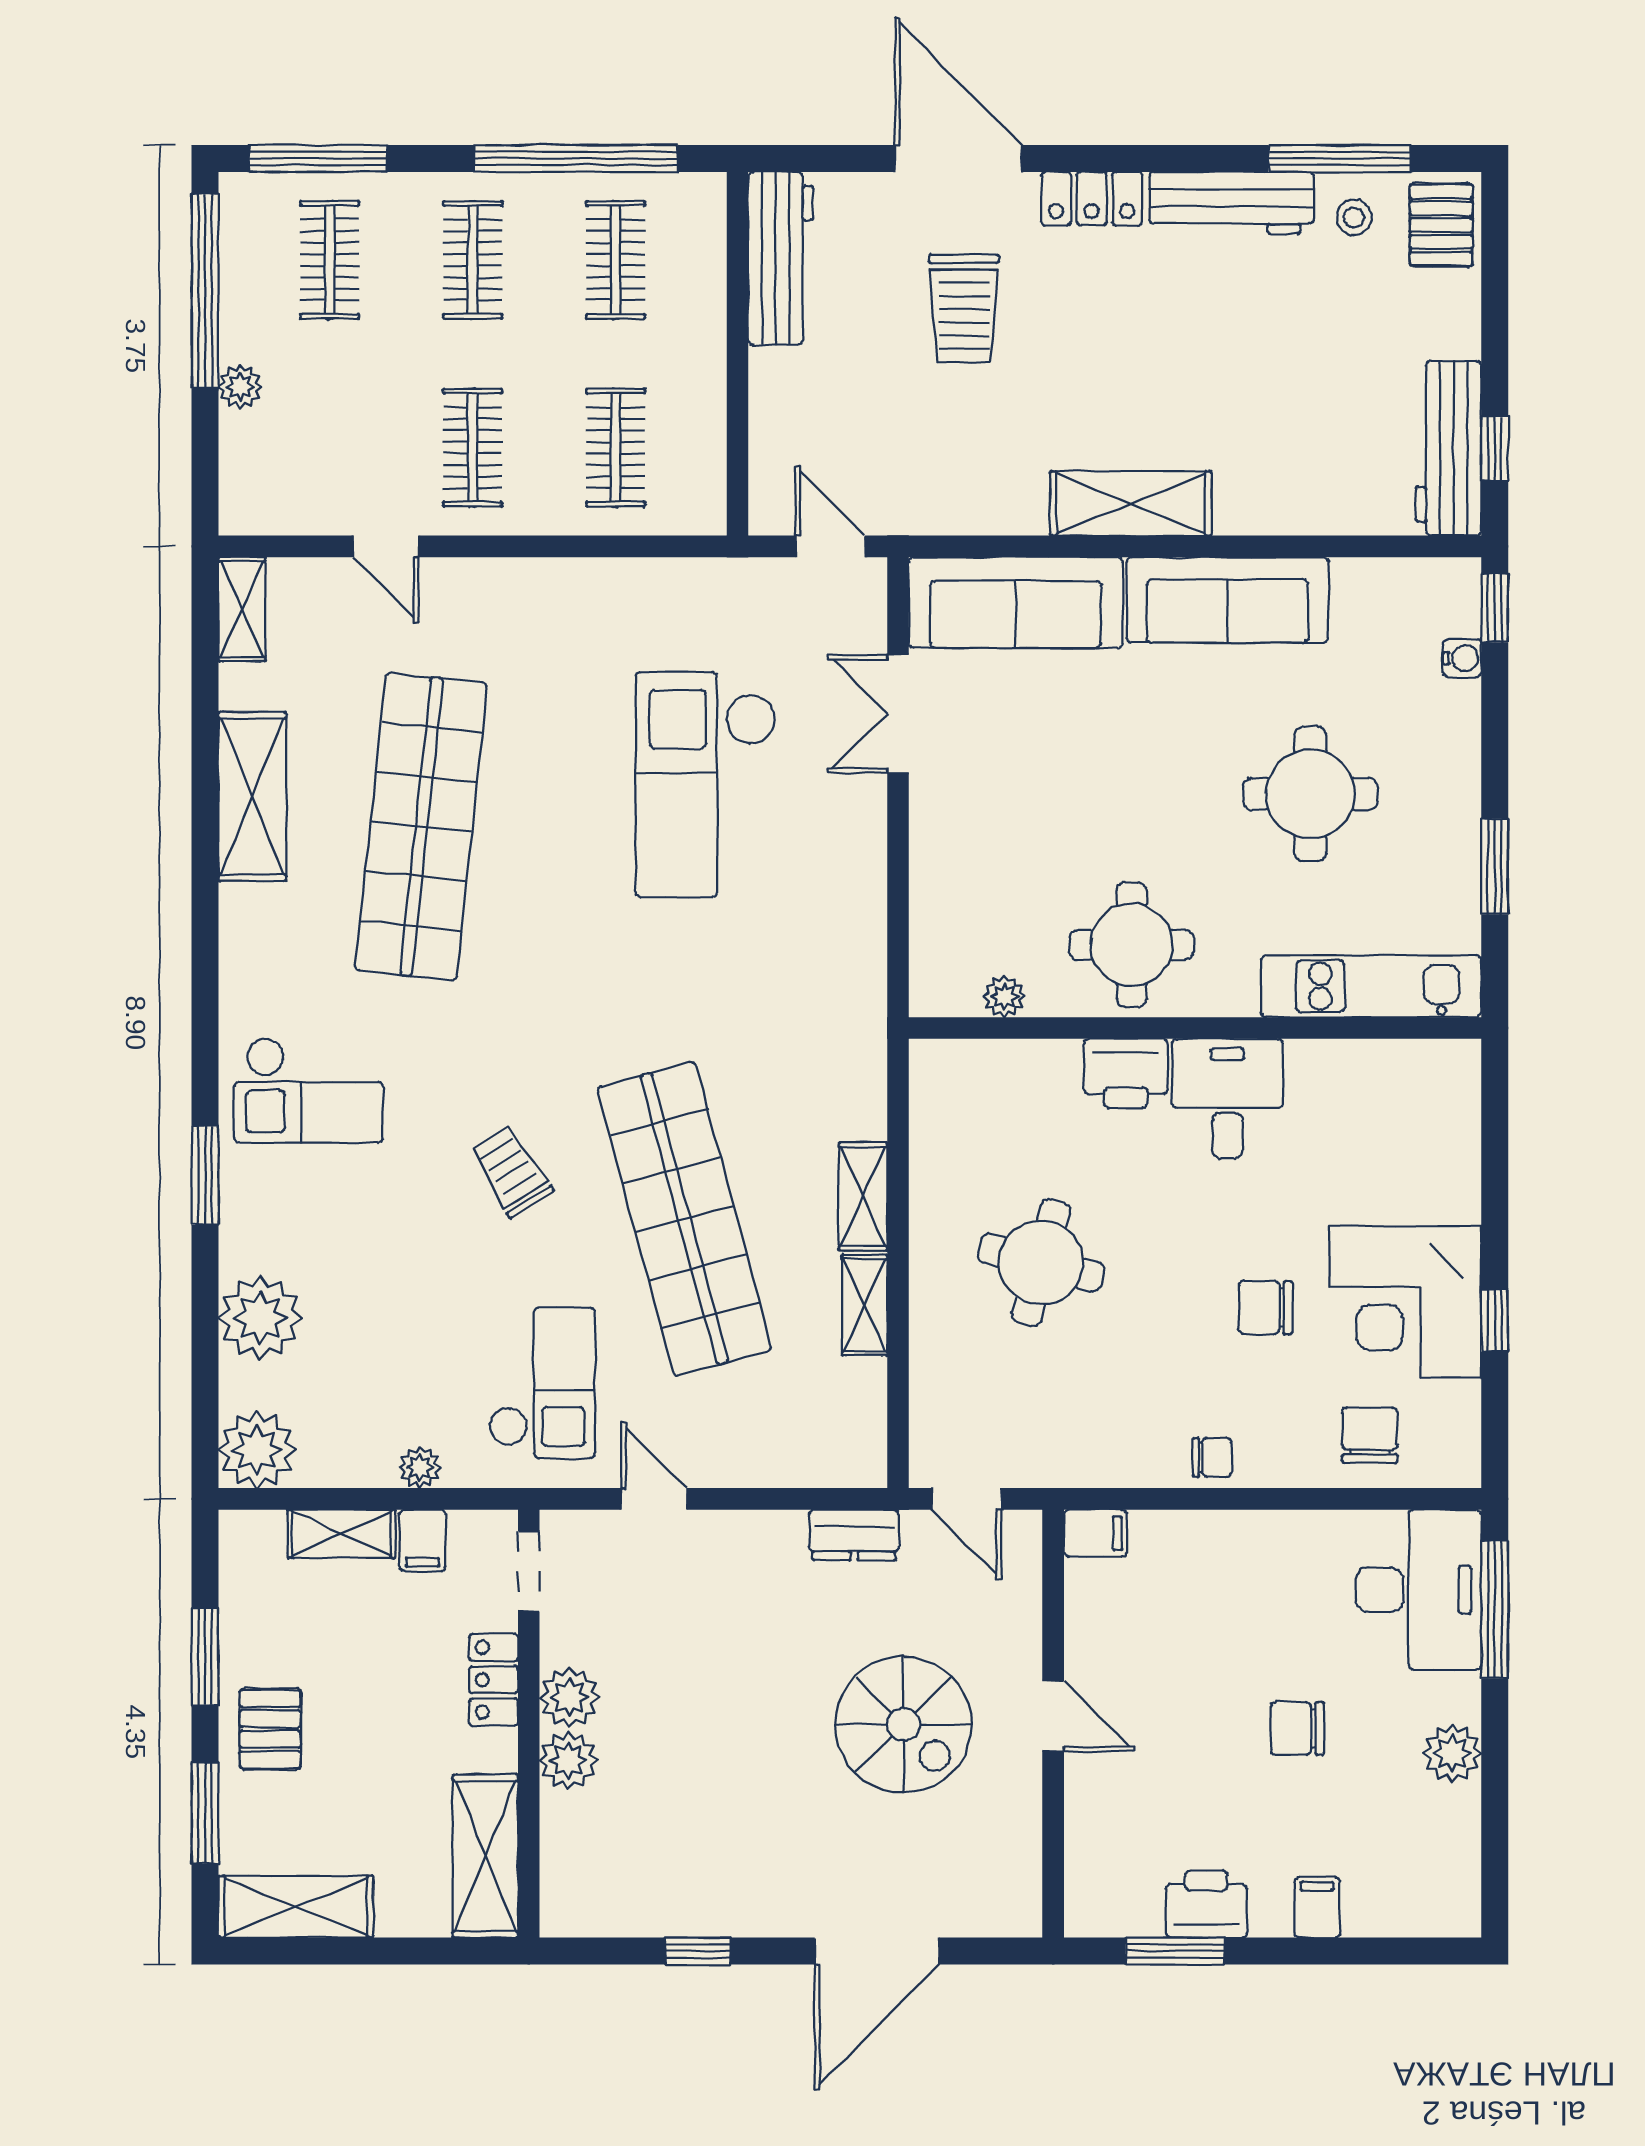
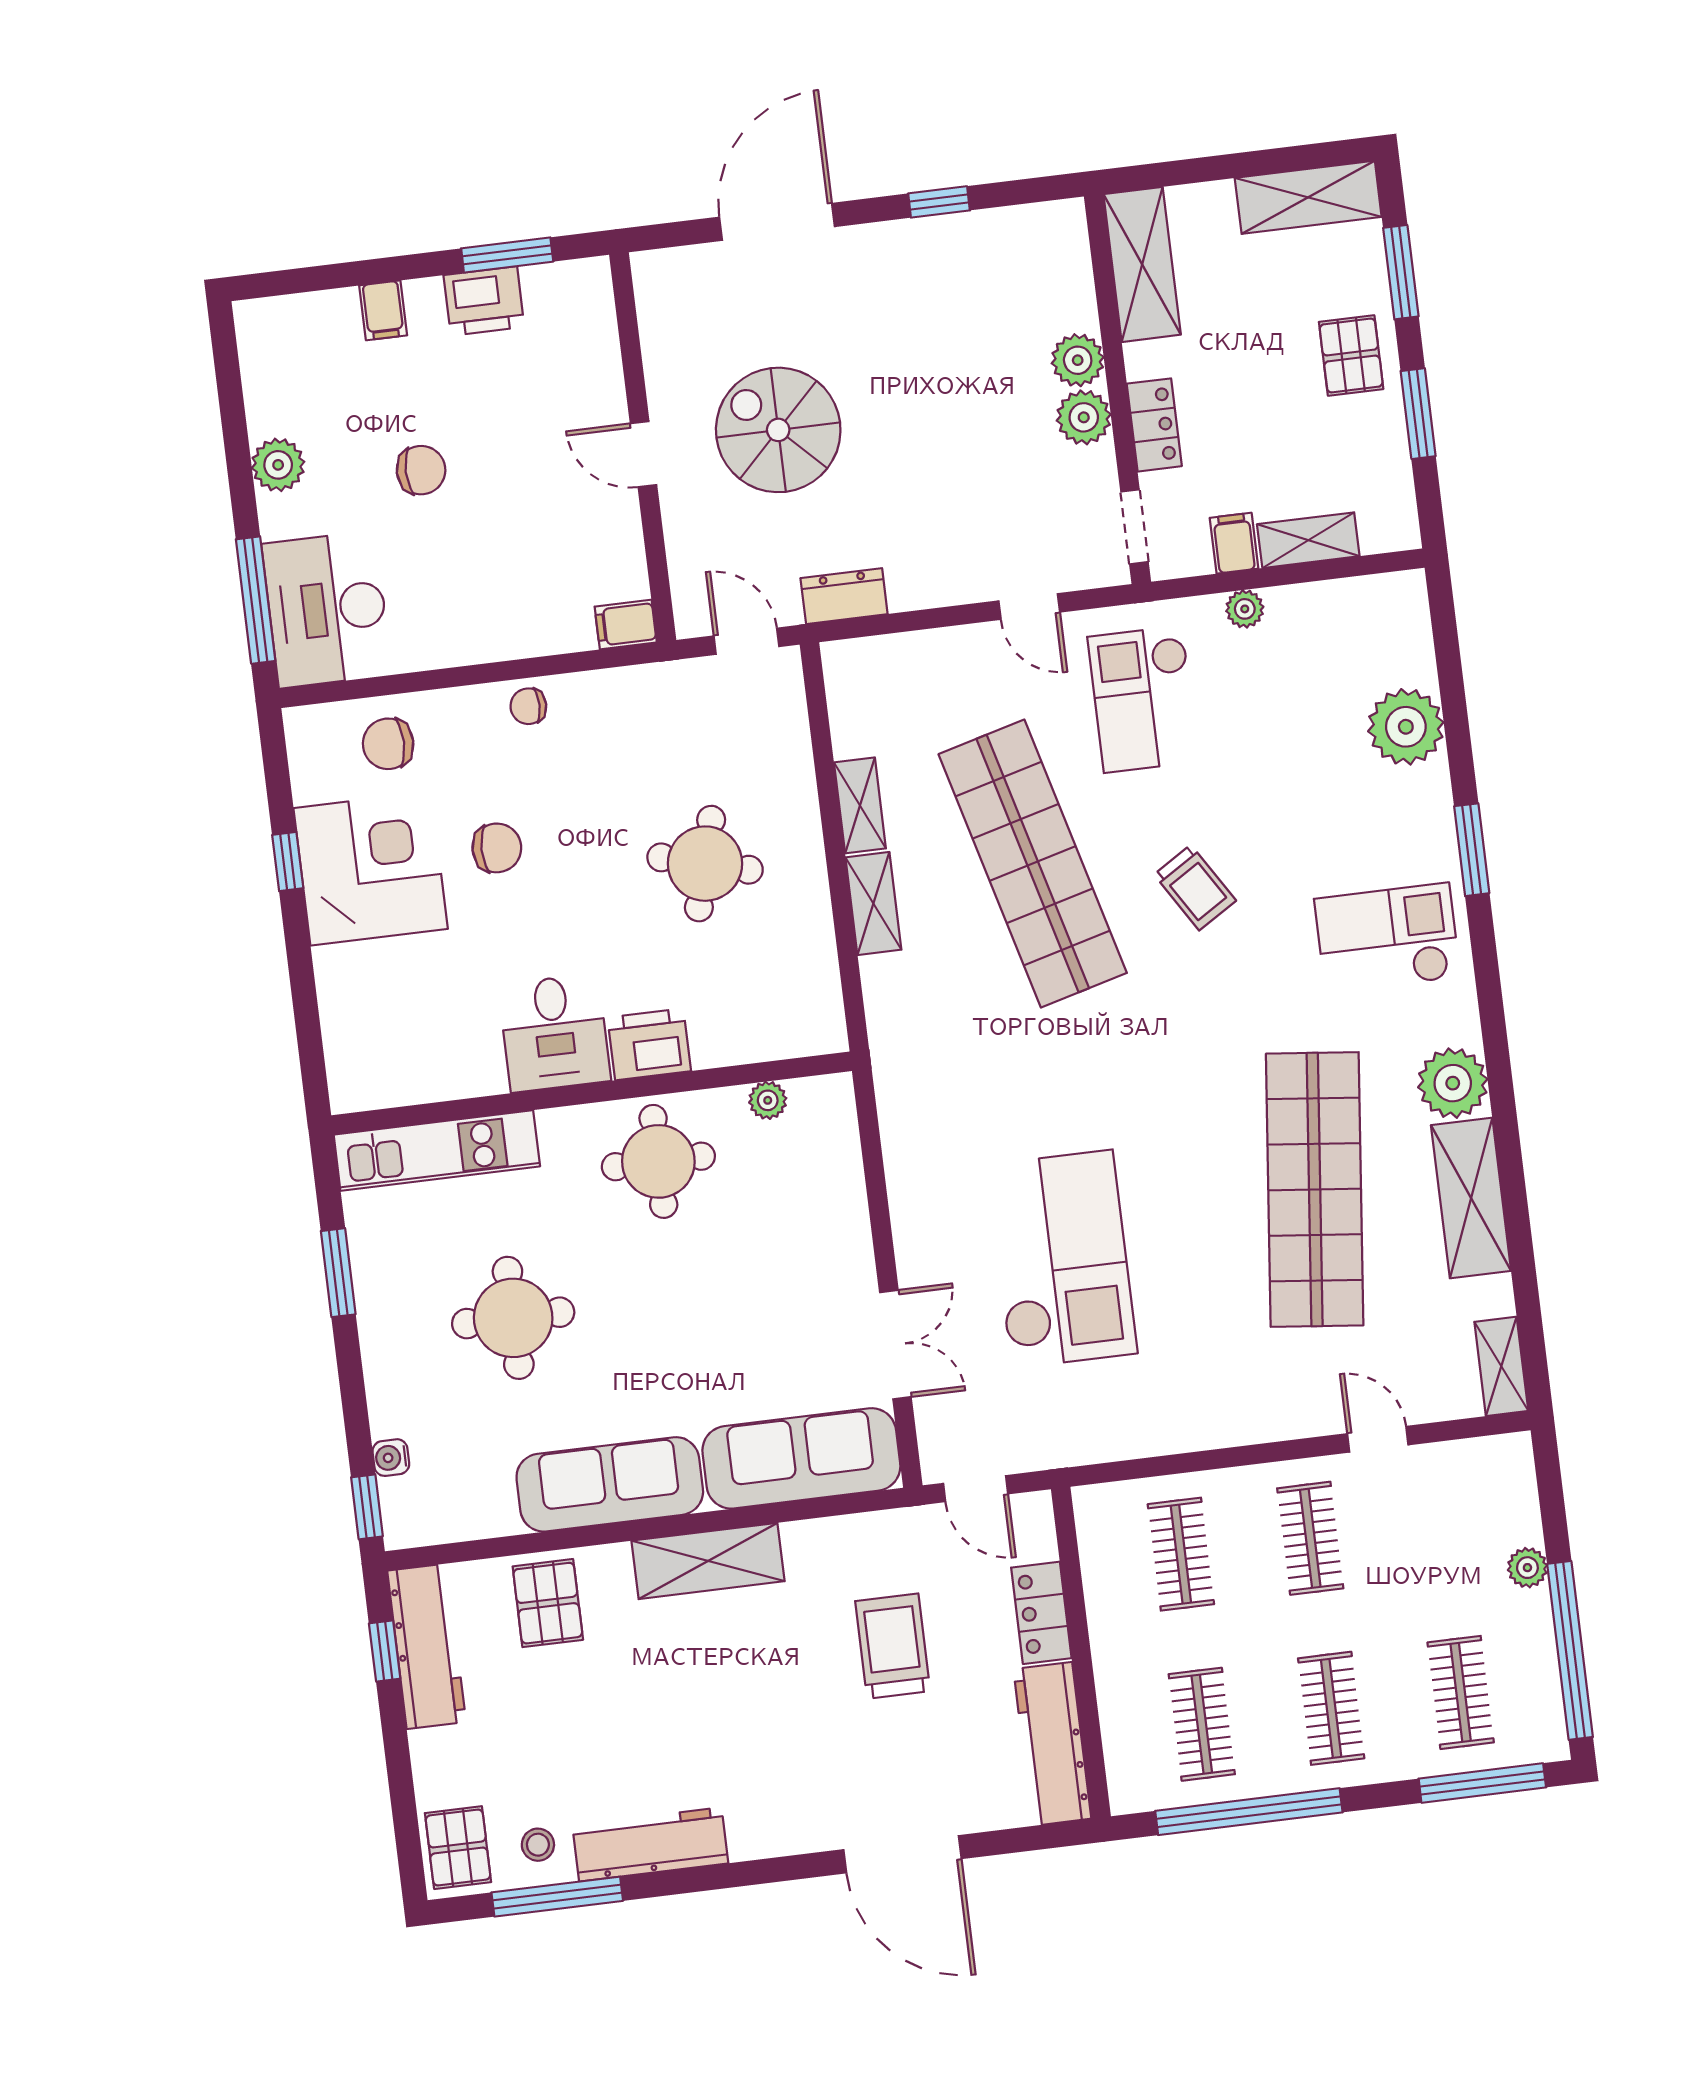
locker: (1092, 199) -> (1041, 1613), moved, turned -90
trolley: (964, 308) -> (893, 1646), moved
pallet: (1311, 479) -> (548, 1603), added
chair: (1370, 1435) -> (388, 744), turned 90
plant: (257, 1450) -> (1453, 1083), moved

